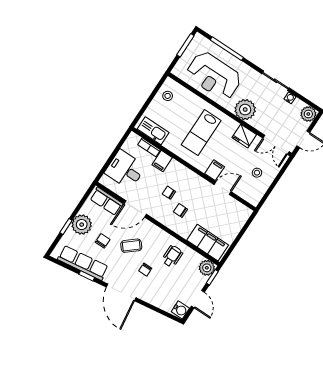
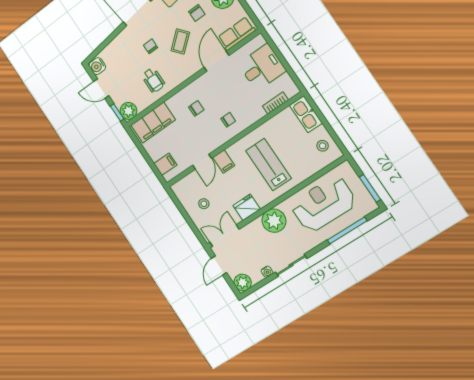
kitchen sink: (153, 131) -> (306, 114), moved, turned 90
filing cabinet: (162, 161) -> (165, 164), moved, turned 90
chair: (169, 193) -> (228, 120), moved

